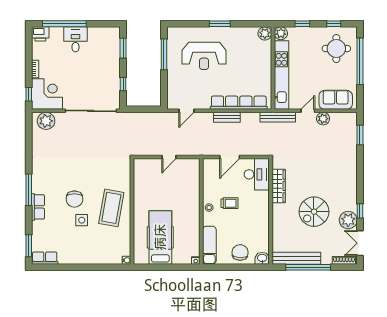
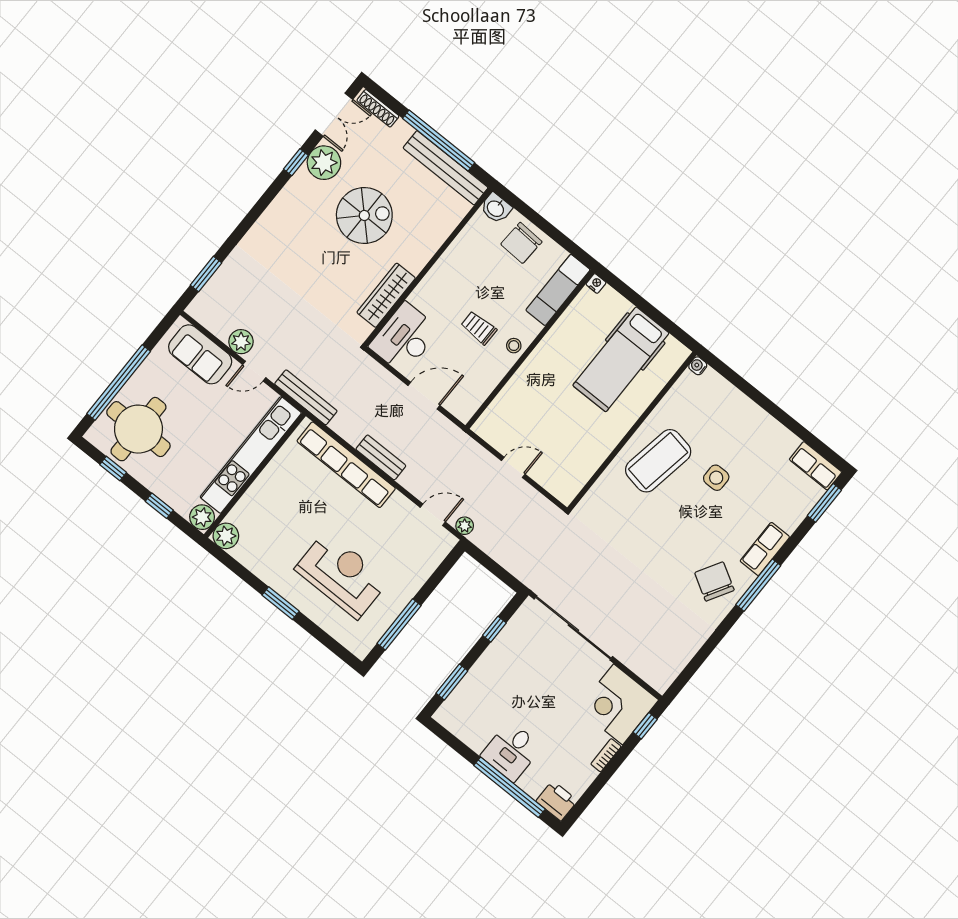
round table: (336, 49) -> (138, 429), width x1.36, depth x1.36
plant: (46, 121) -> (465, 526), moved, width x0.53, depth x0.53
chair: (74, 199) -> (714, 581), moved, turned -60

